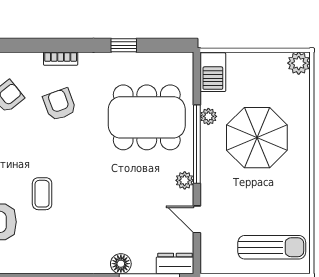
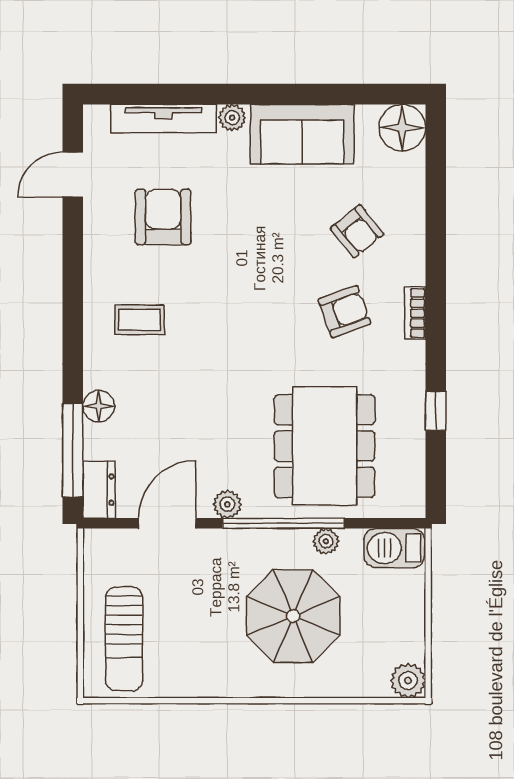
coffee table: (42, 194) -> (139, 320), moved
door: (197, 219) -> (167, 523), width x1.38

